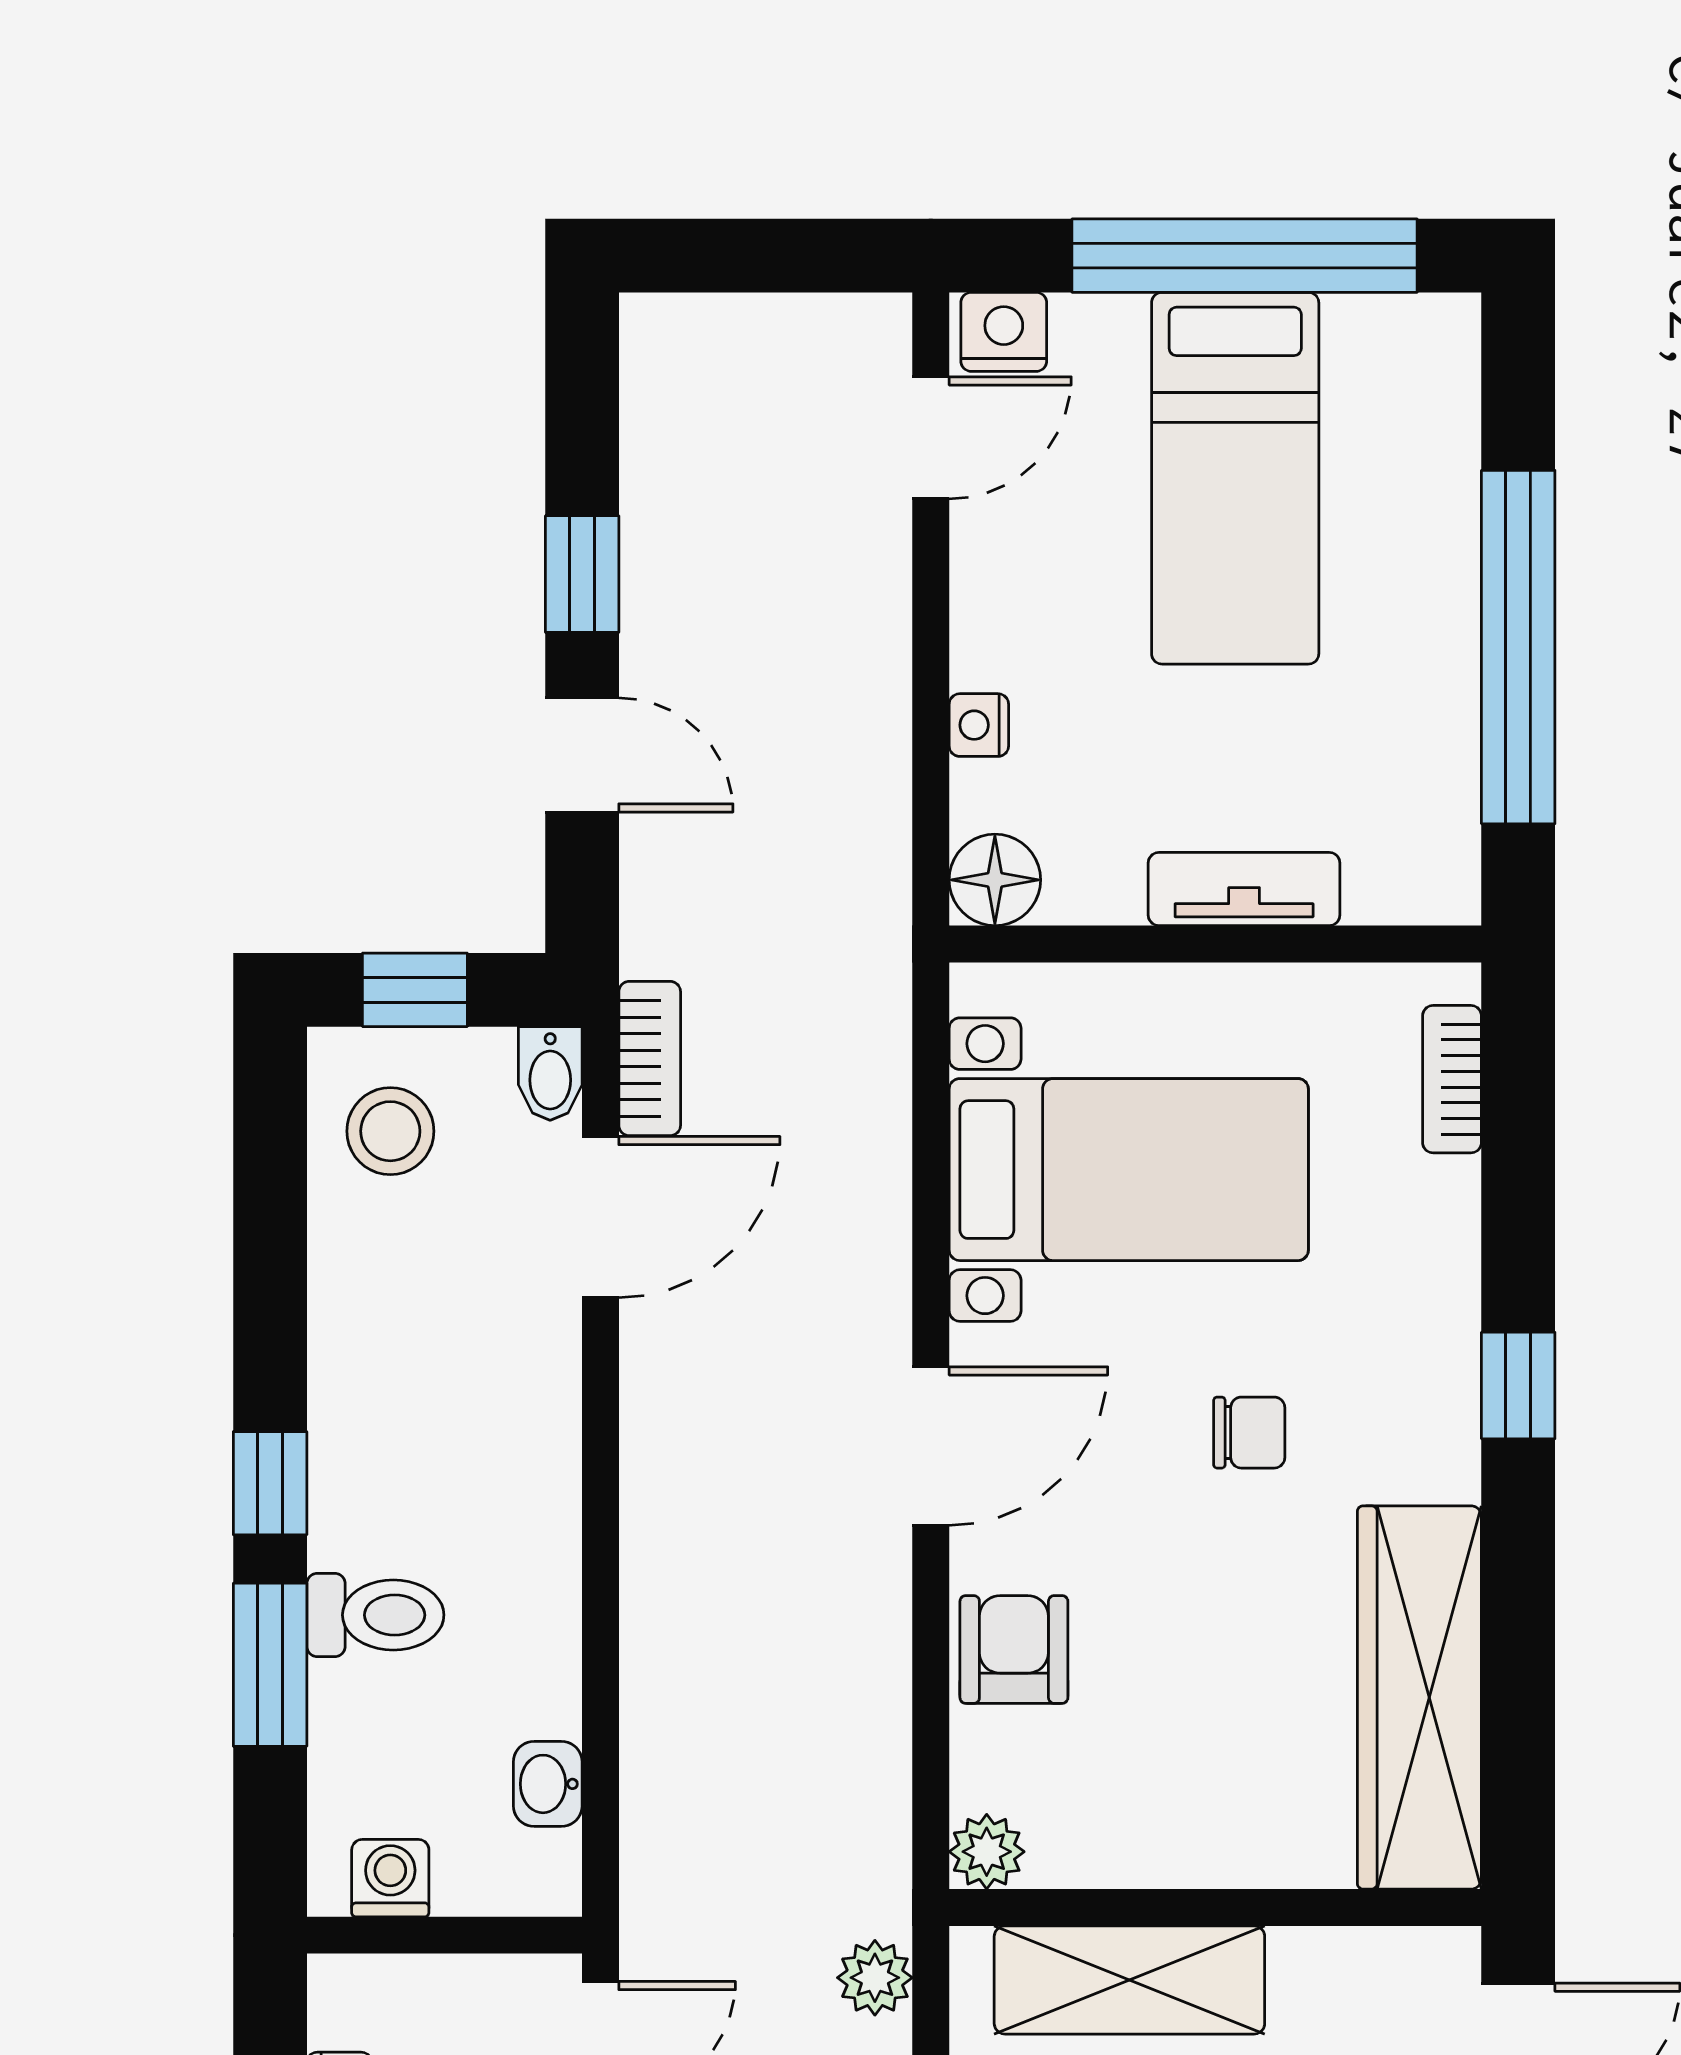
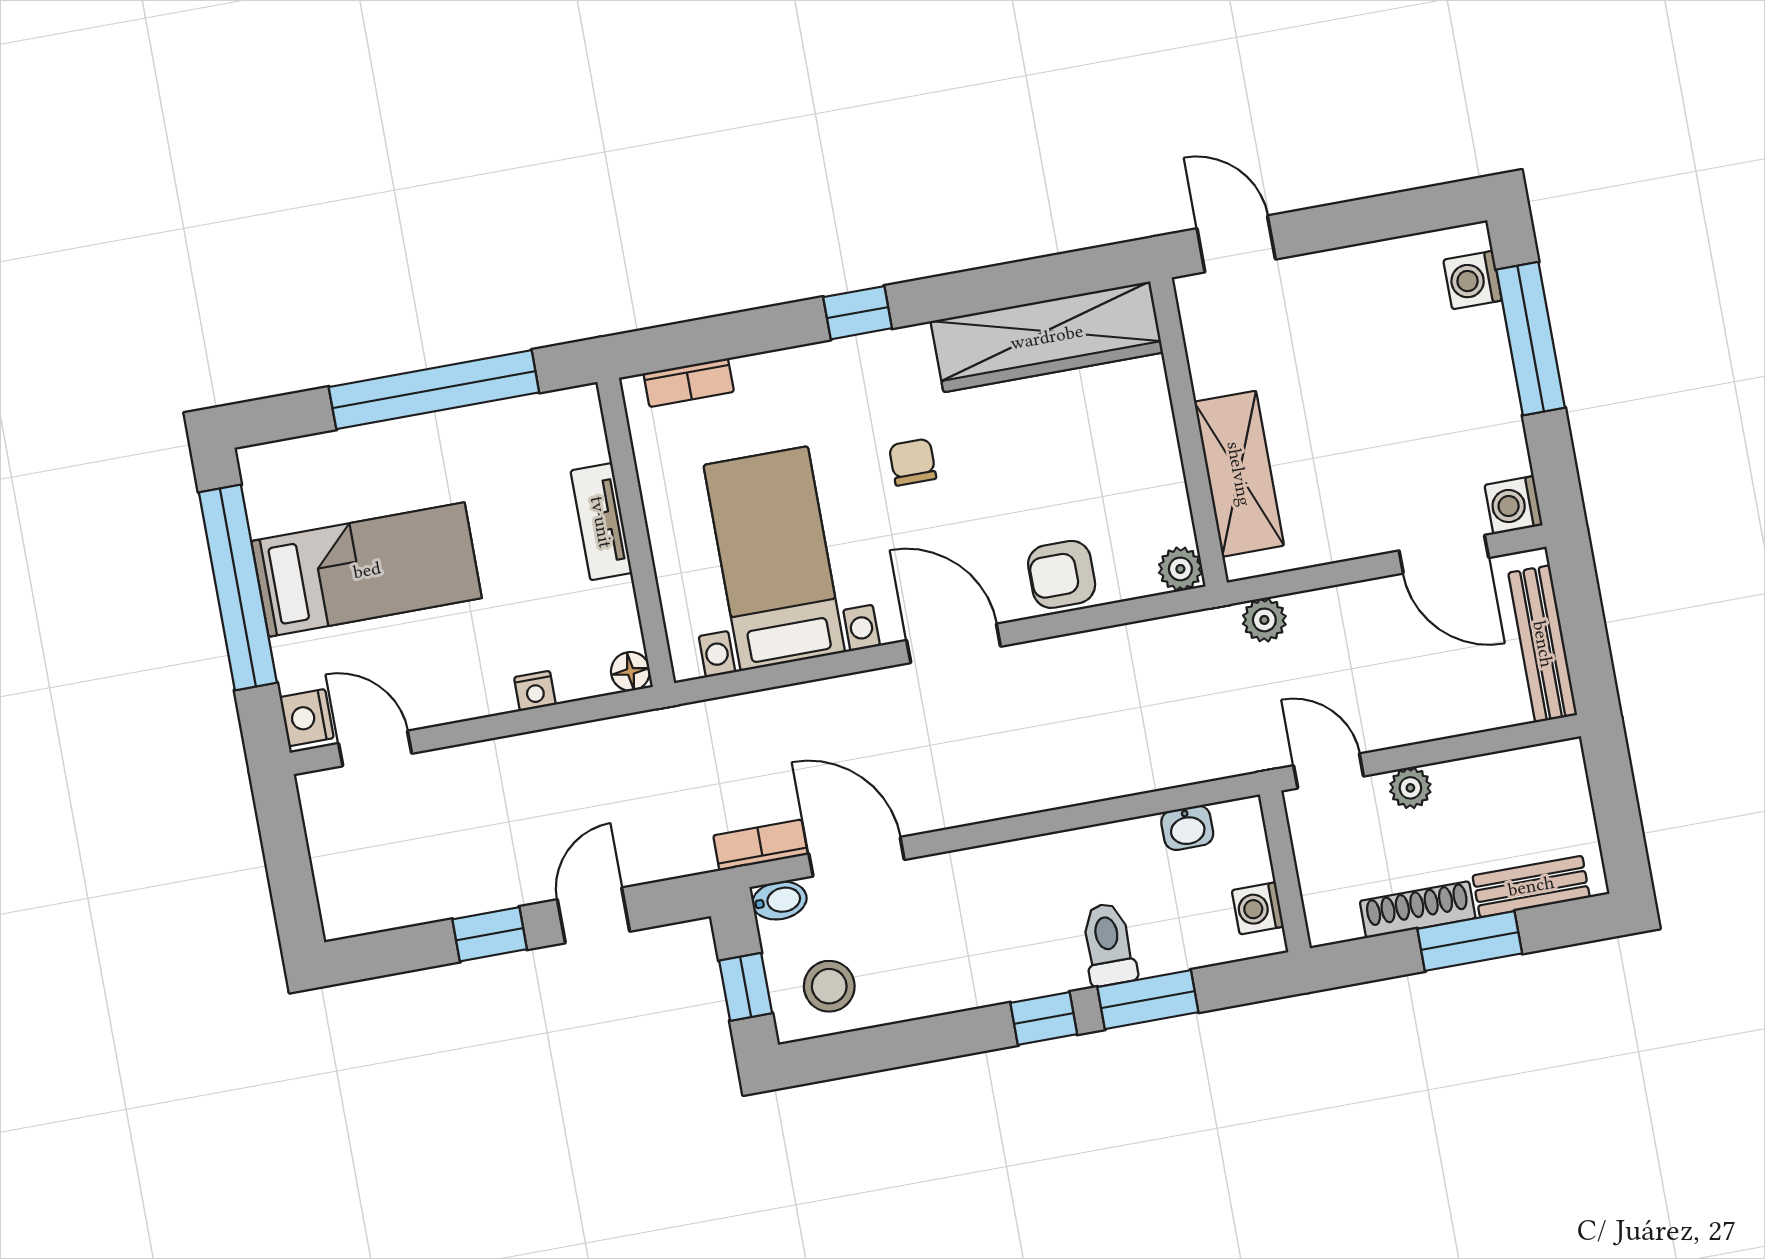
floor lamp: (995, 880) -> (630, 671), width x0.73, depth x0.73

